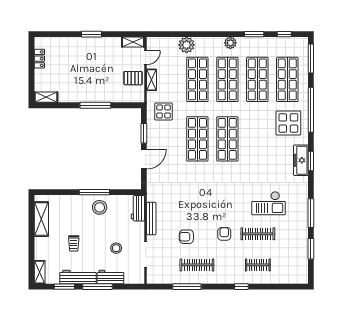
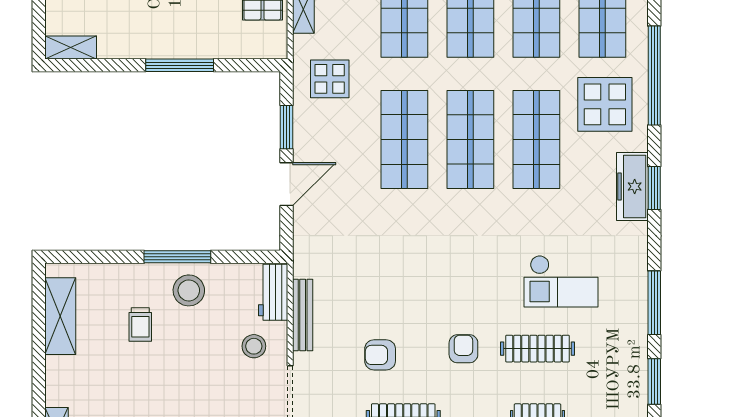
shop shelf: (257, 139) -> (536, 140), added
trolley: (74, 243) -> (140, 324), moved
stool: (116, 248) -> (254, 346), moved

